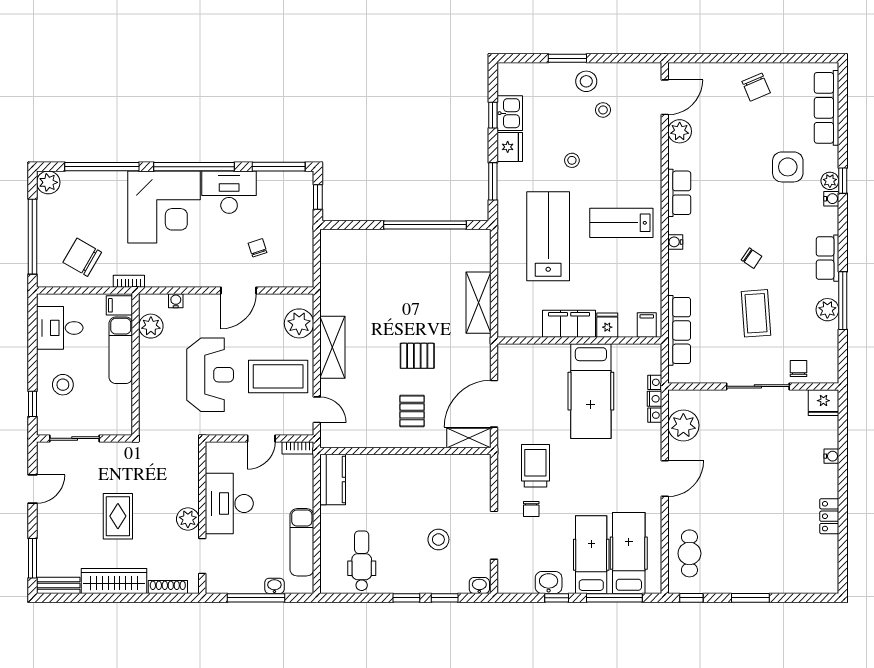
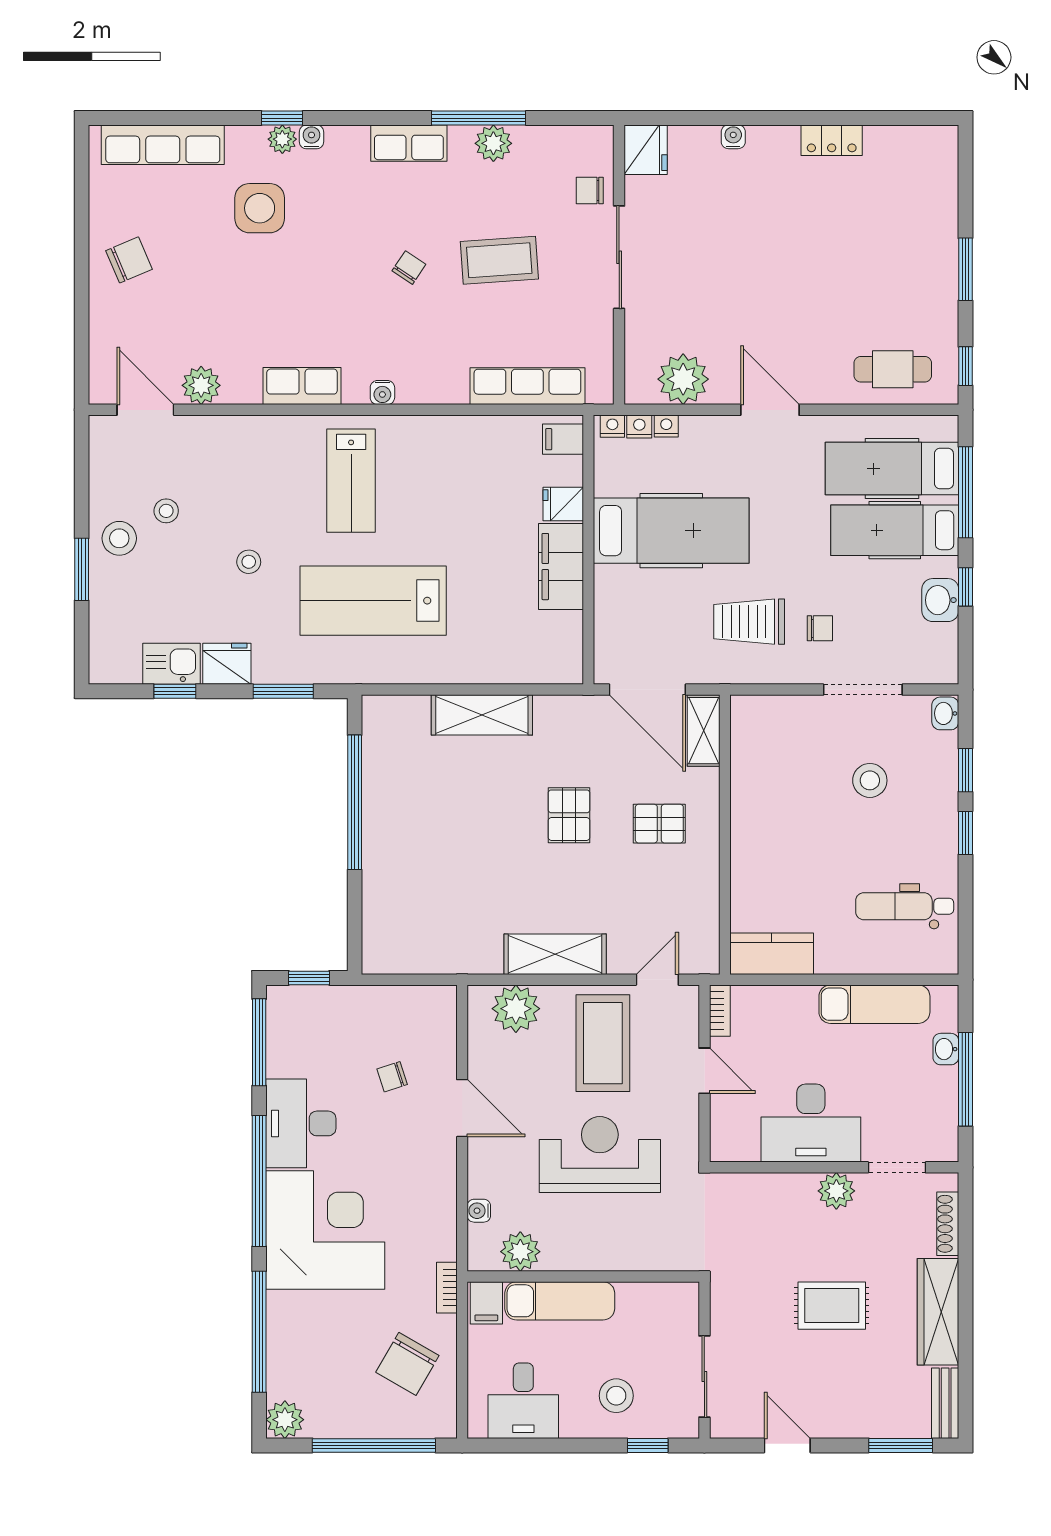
filing cabinet: (569, 324) -> (561, 567), moved
fridge: (607, 325) -> (563, 504), moved
filing cabinet: (647, 325) -> (563, 439), moved
wall: (579, 341) -> (588, 550), moved
hospital bed: (591, 391) -> (671, 531), moved

